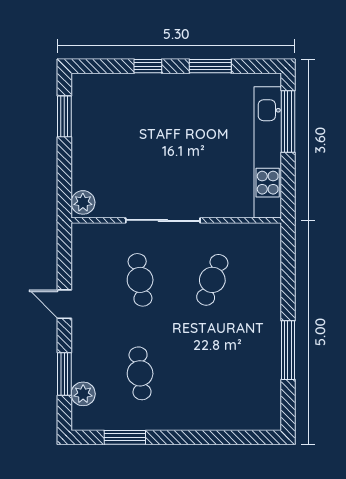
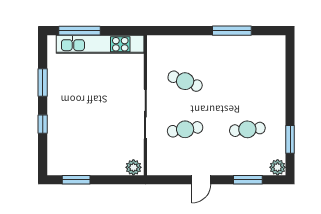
plant: (83, 394) -> (278, 167), moved

